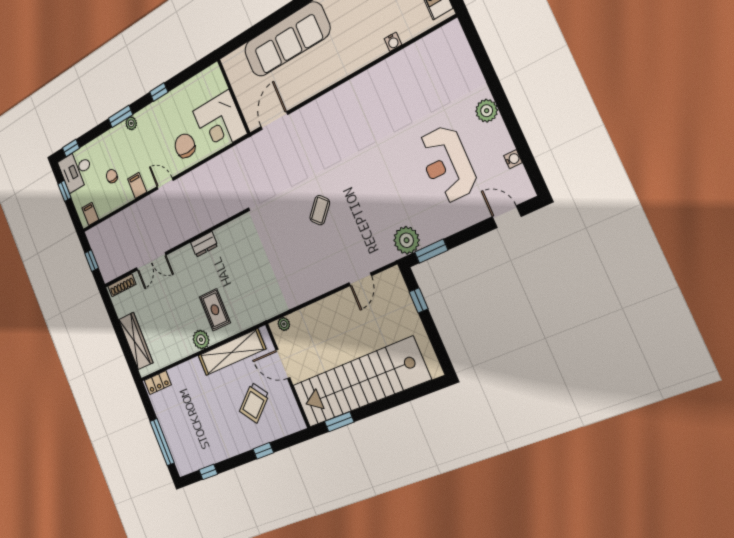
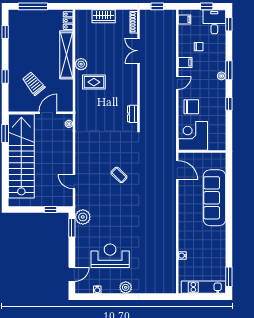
dresser: (204, 244) -> (133, 114), moved
wardrobe: (136, 341) -> (104, 16), width x0.67
shelving: (232, 352) -> (66, 55), moved

